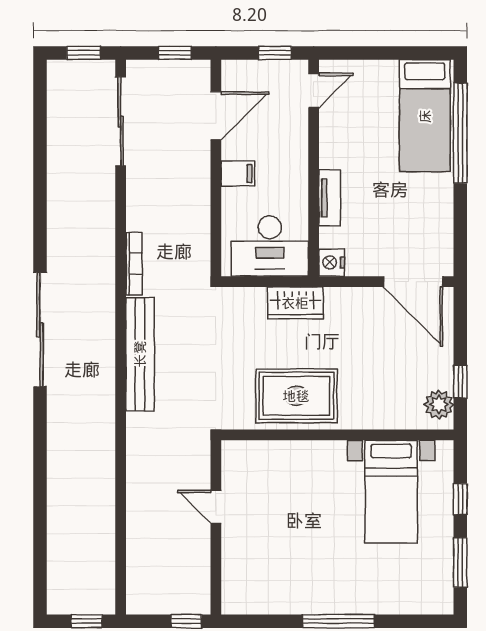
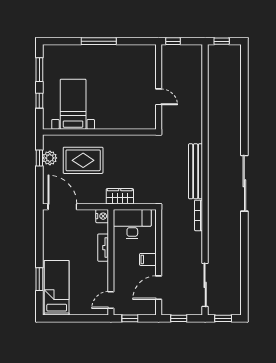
window: (460, 133) -> (39, 279), width x0.47
rug: (296, 396) -> (83, 160), moved
plant: (439, 405) -> (50, 158), moved

